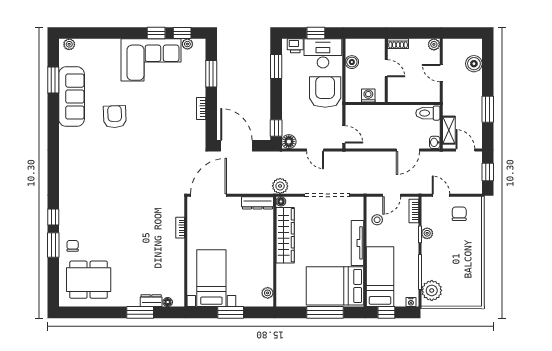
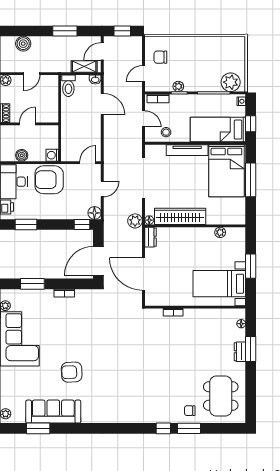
washing machine: (368, 95) -> (52, 155), moved
door: (209, 195) -> (144, 274), moved
dresser: (258, 203) -> (150, 237), width x0.70
plant: (268, 293) -> (220, 232), moved
dresser: (151, 301) -> (240, 352), moved

